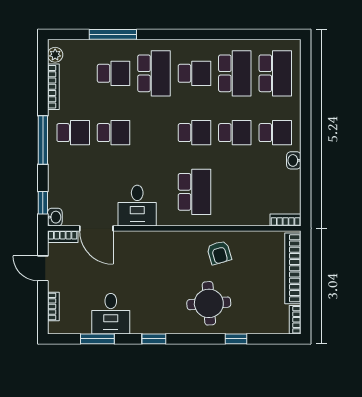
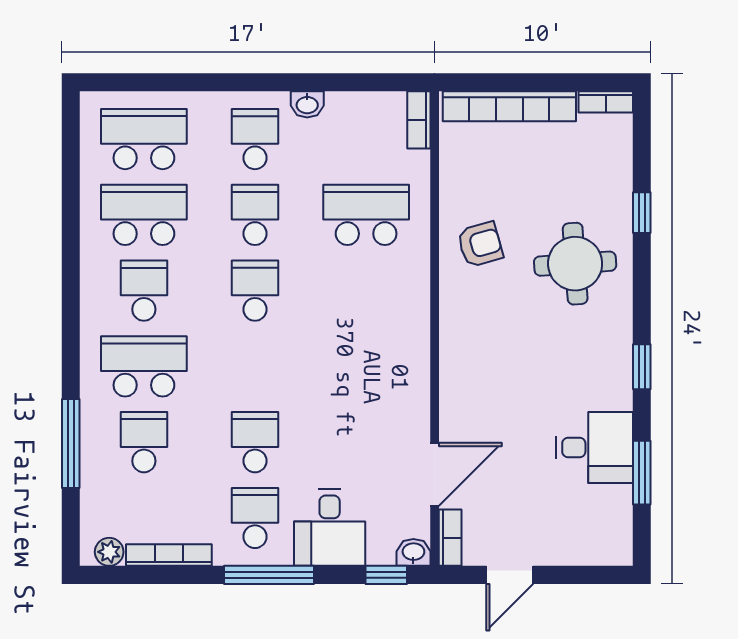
school desk: (194, 192) -> (366, 215), moved
desk: (137, 206) -> (330, 528), moved, turned 90
bookcase: (53, 306) -> (581, 555), removed

